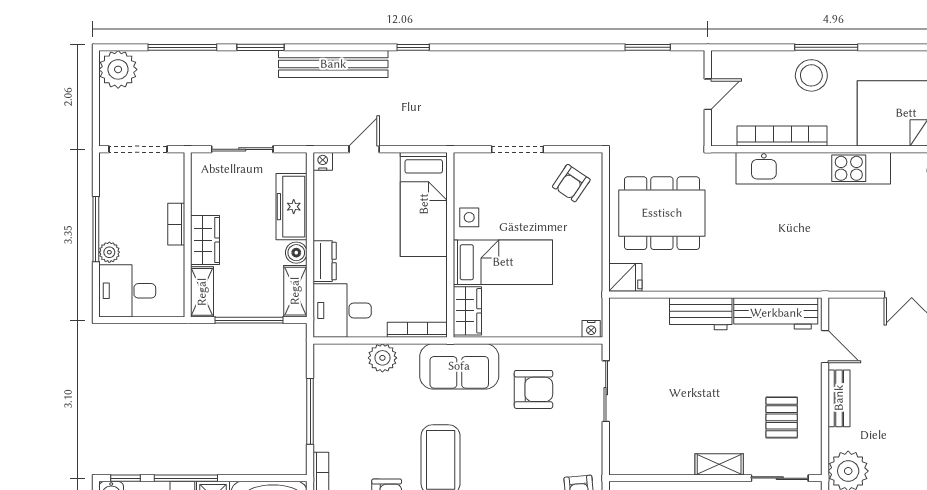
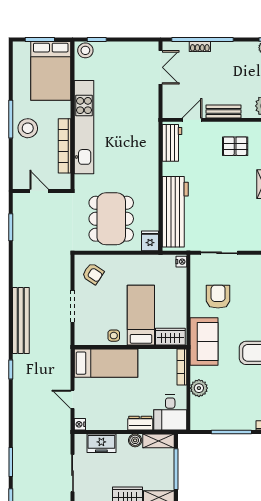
bench: (333, 64) -> (21, 320), moved
freezer: (292, 207) -> (101, 443), width x0.71
workbench: (776, 313) -> (172, 143), width x0.73
workbench: (701, 314) -> (175, 212), width x1.88, depth x1.32

